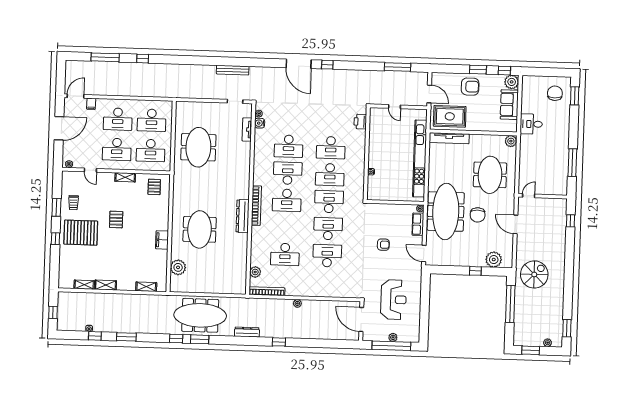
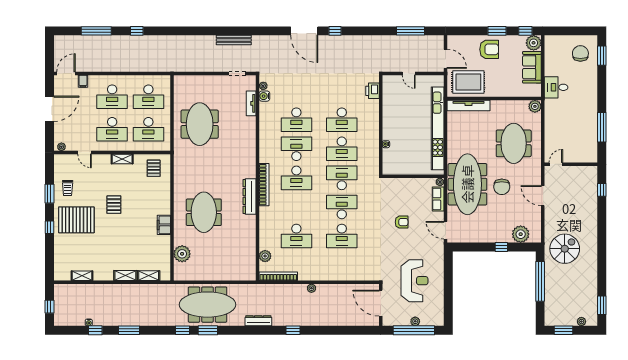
desk: (327, 256) -> (342, 236), turned 180
shelving: (106, 285) -> (125, 275), moved

